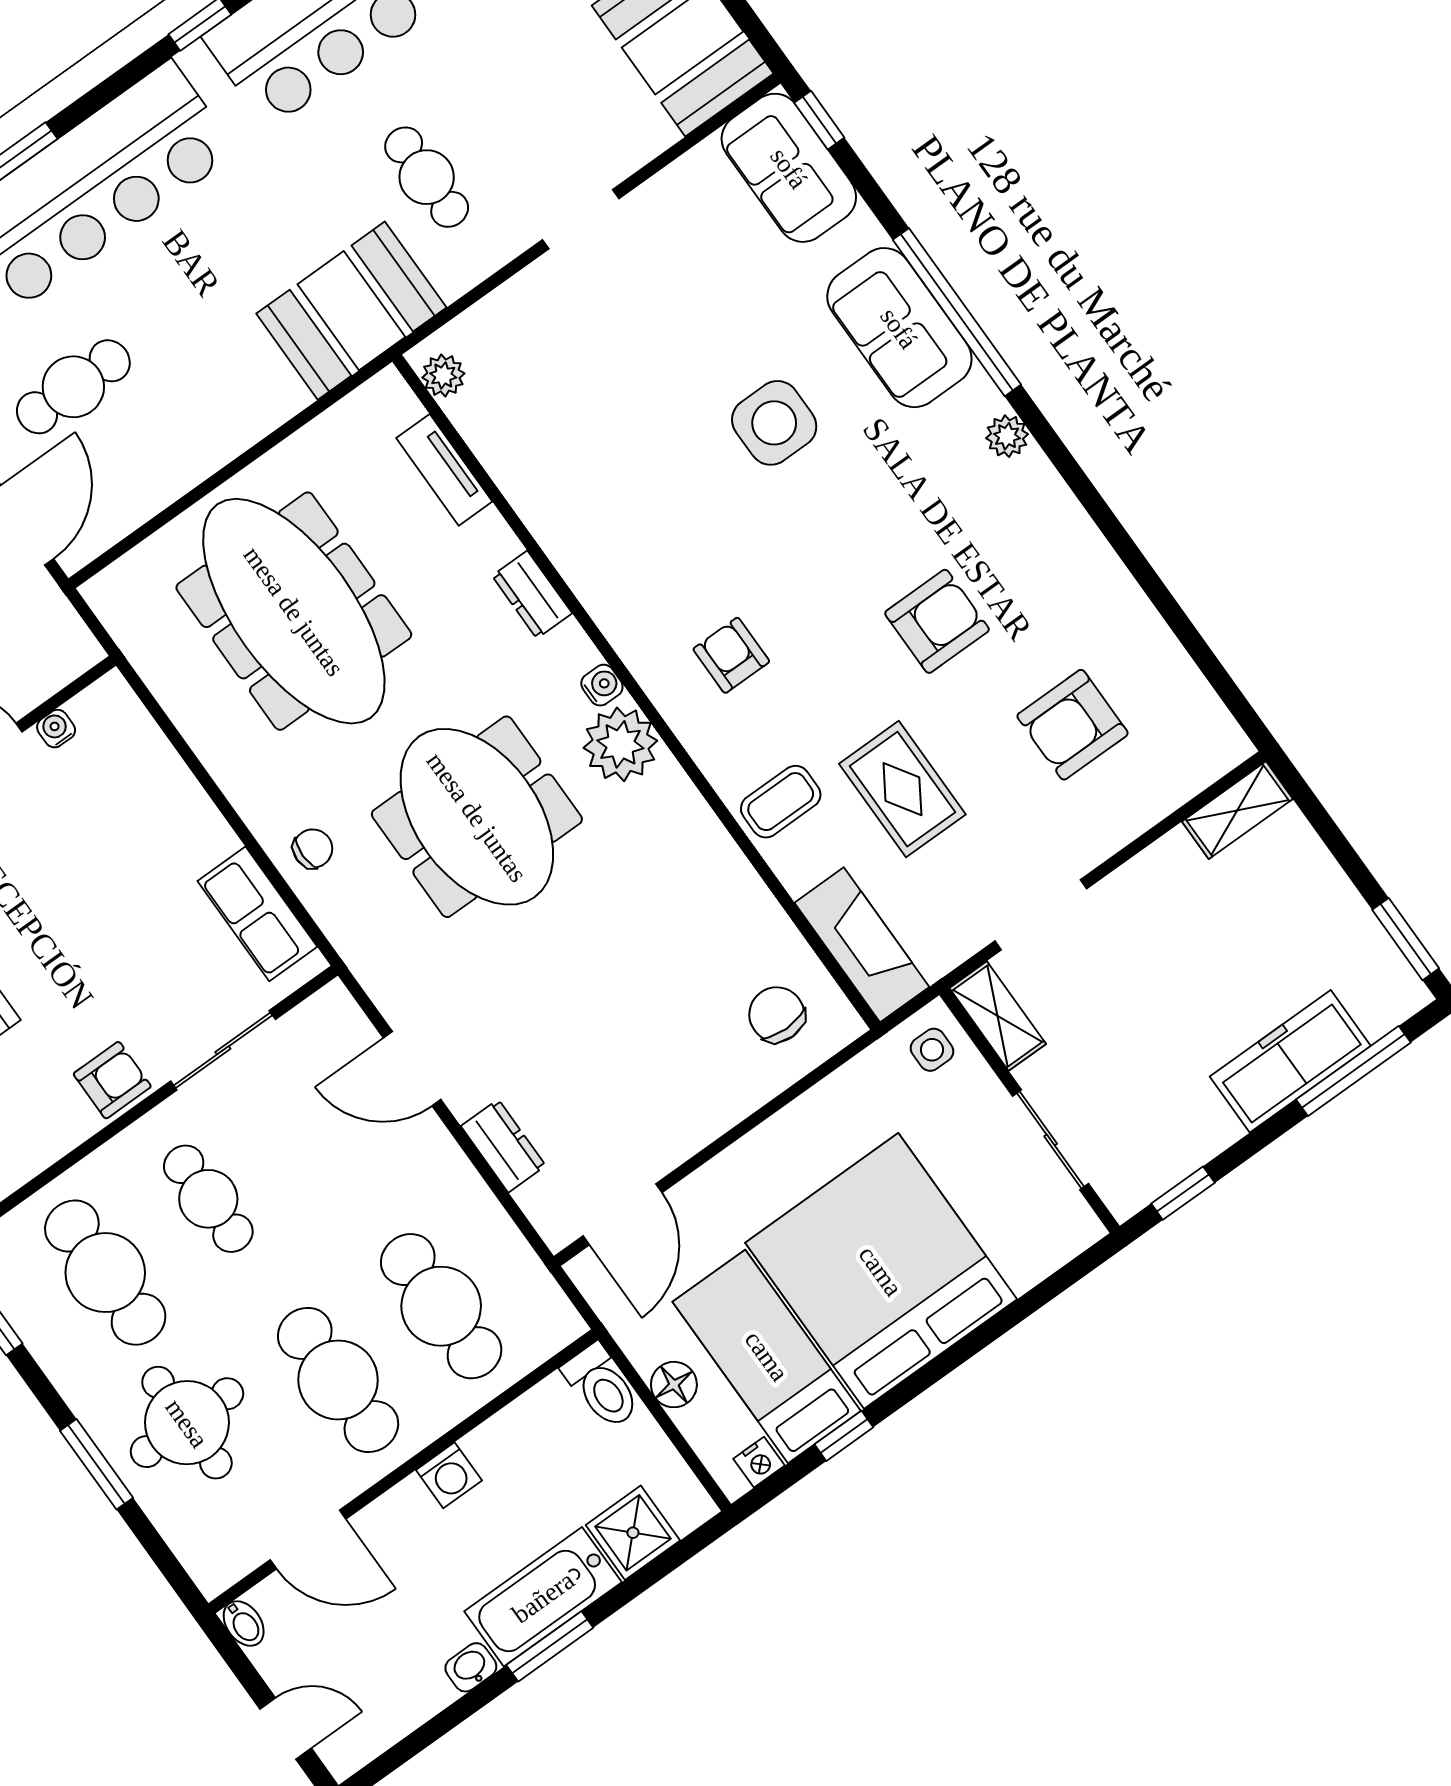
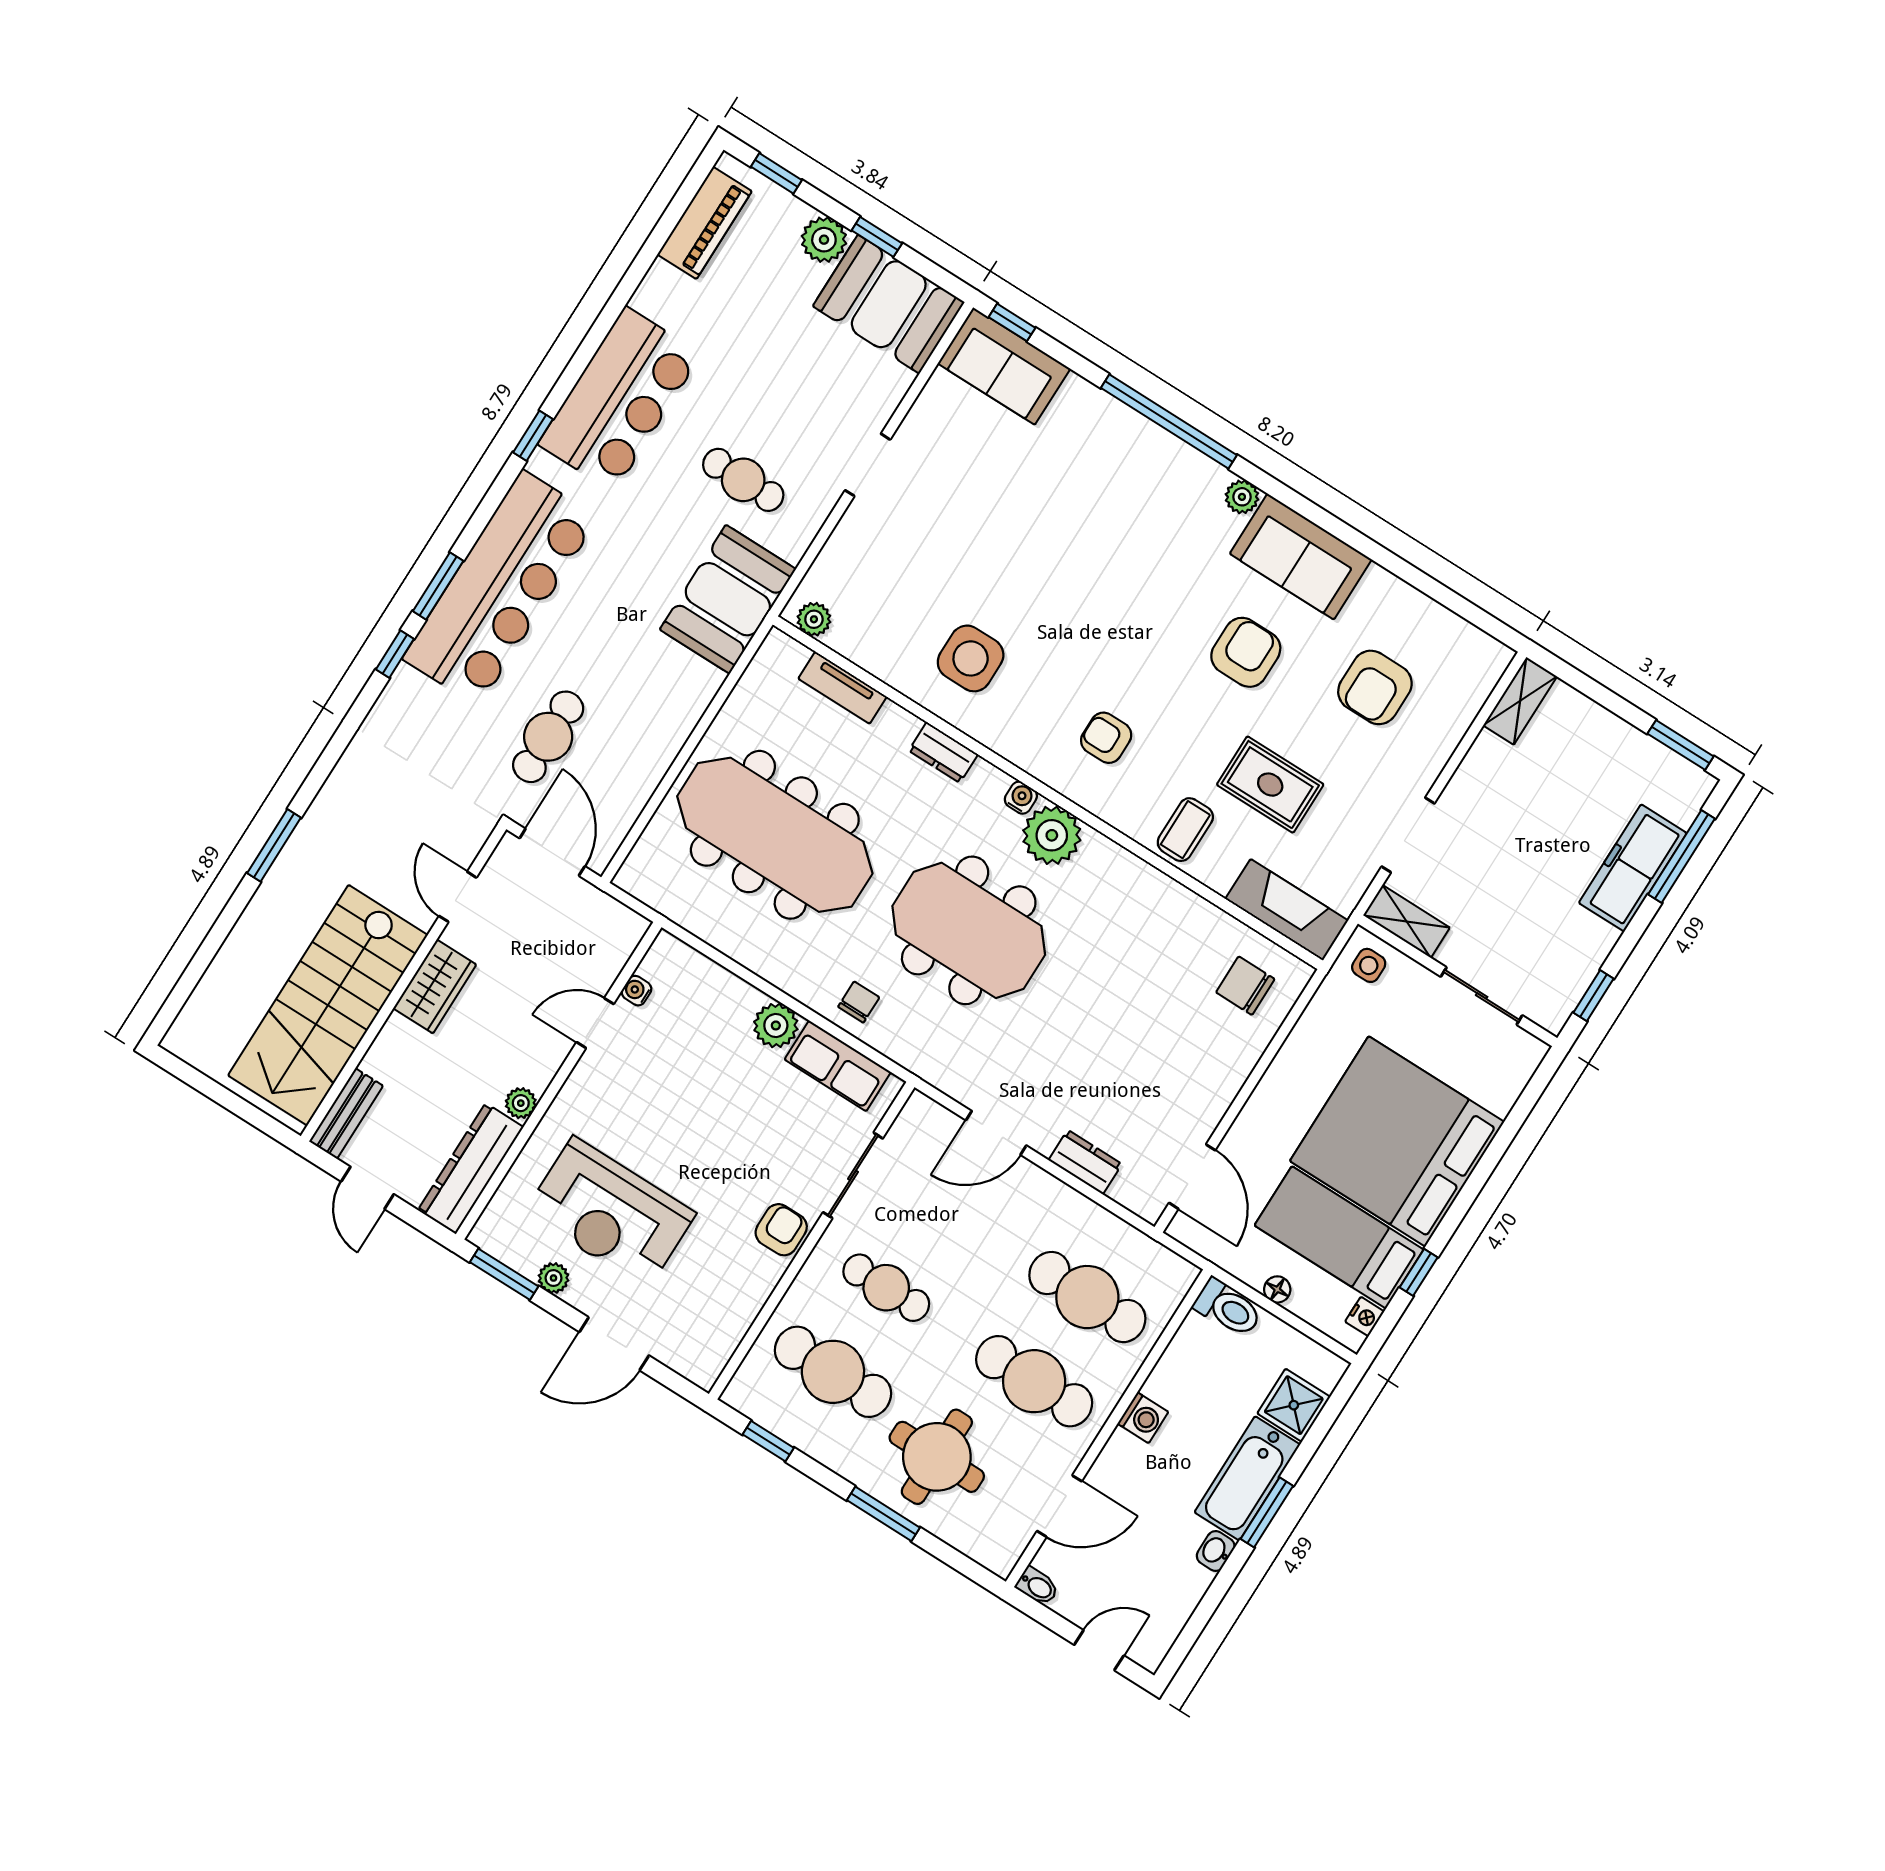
sofa: (899, 328) -> (1301, 557), moved
side table: (774, 423) -> (971, 658), moved
plant: (204, 837) -> (776, 1025), added
floor lamp: (674, 1385) -> (1277, 1289), width x0.73, depth x0.73

